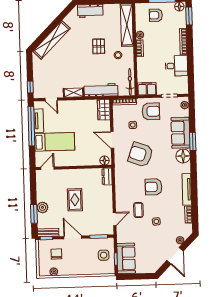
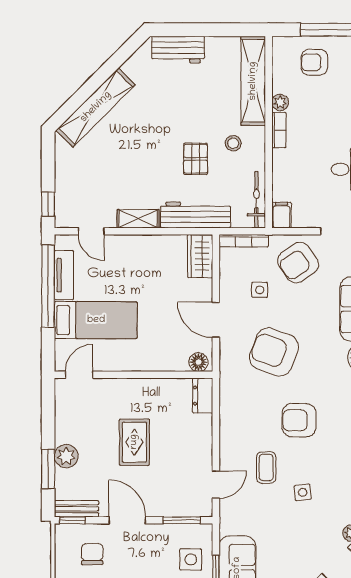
pallet: (99, 46) -> (196, 159), moved
filing cabinet: (147, 89) -> (281, 215), width x0.50
armchair: (151, 111) -> (298, 263), turned 145

